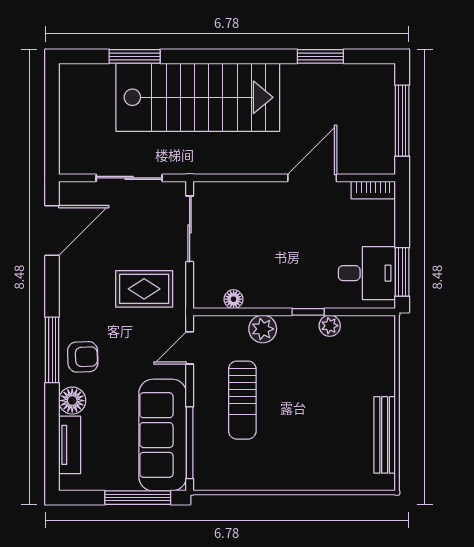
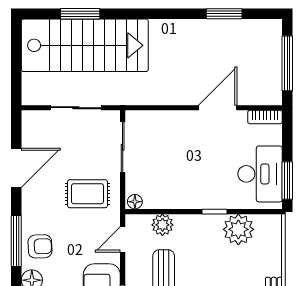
stairs: (198, 97) -> (85, 45), moved
door: (52, 231) -> (16, 168), moved
desk: (367, 273) -> (260, 174), width x1.37
floor lamp: (234, 299) -> (135, 202), moved
plant: (330, 326) -> (238, 229), width x1.88, depth x1.88
plant: (263, 329) -> (162, 225), moved

